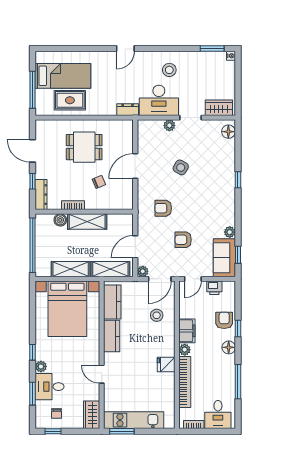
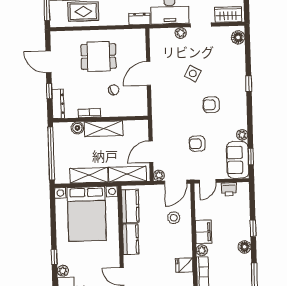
armchair: (163, 208) -> (211, 105), moved
armchair: (224, 320) -> (239, 221), removed

